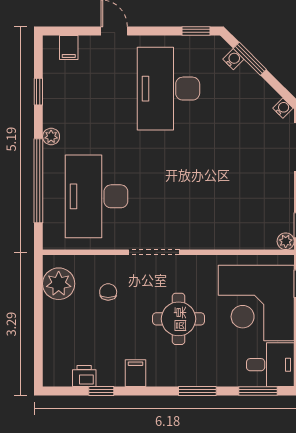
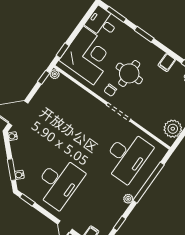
chair: (108, 292) -> (110, 90), moved

